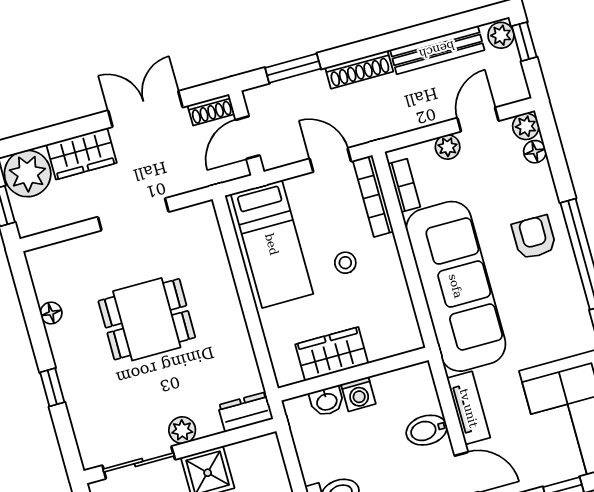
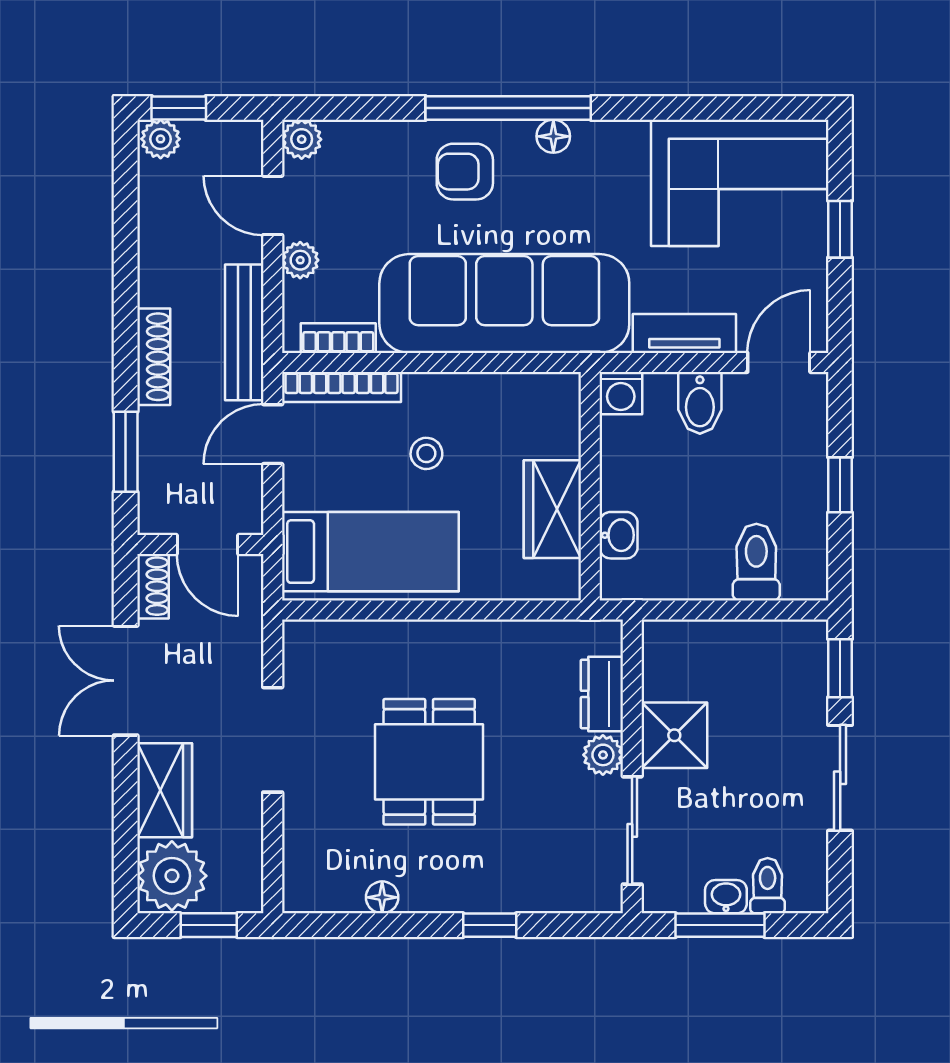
bench: (437, 50) -> (244, 332), moved
floor lamp: (535, 152) -> (553, 136), moved
washing machine: (358, 394) -> (621, 393), moved, turned 90
dresser: (245, 412) -> (602, 694), moved

